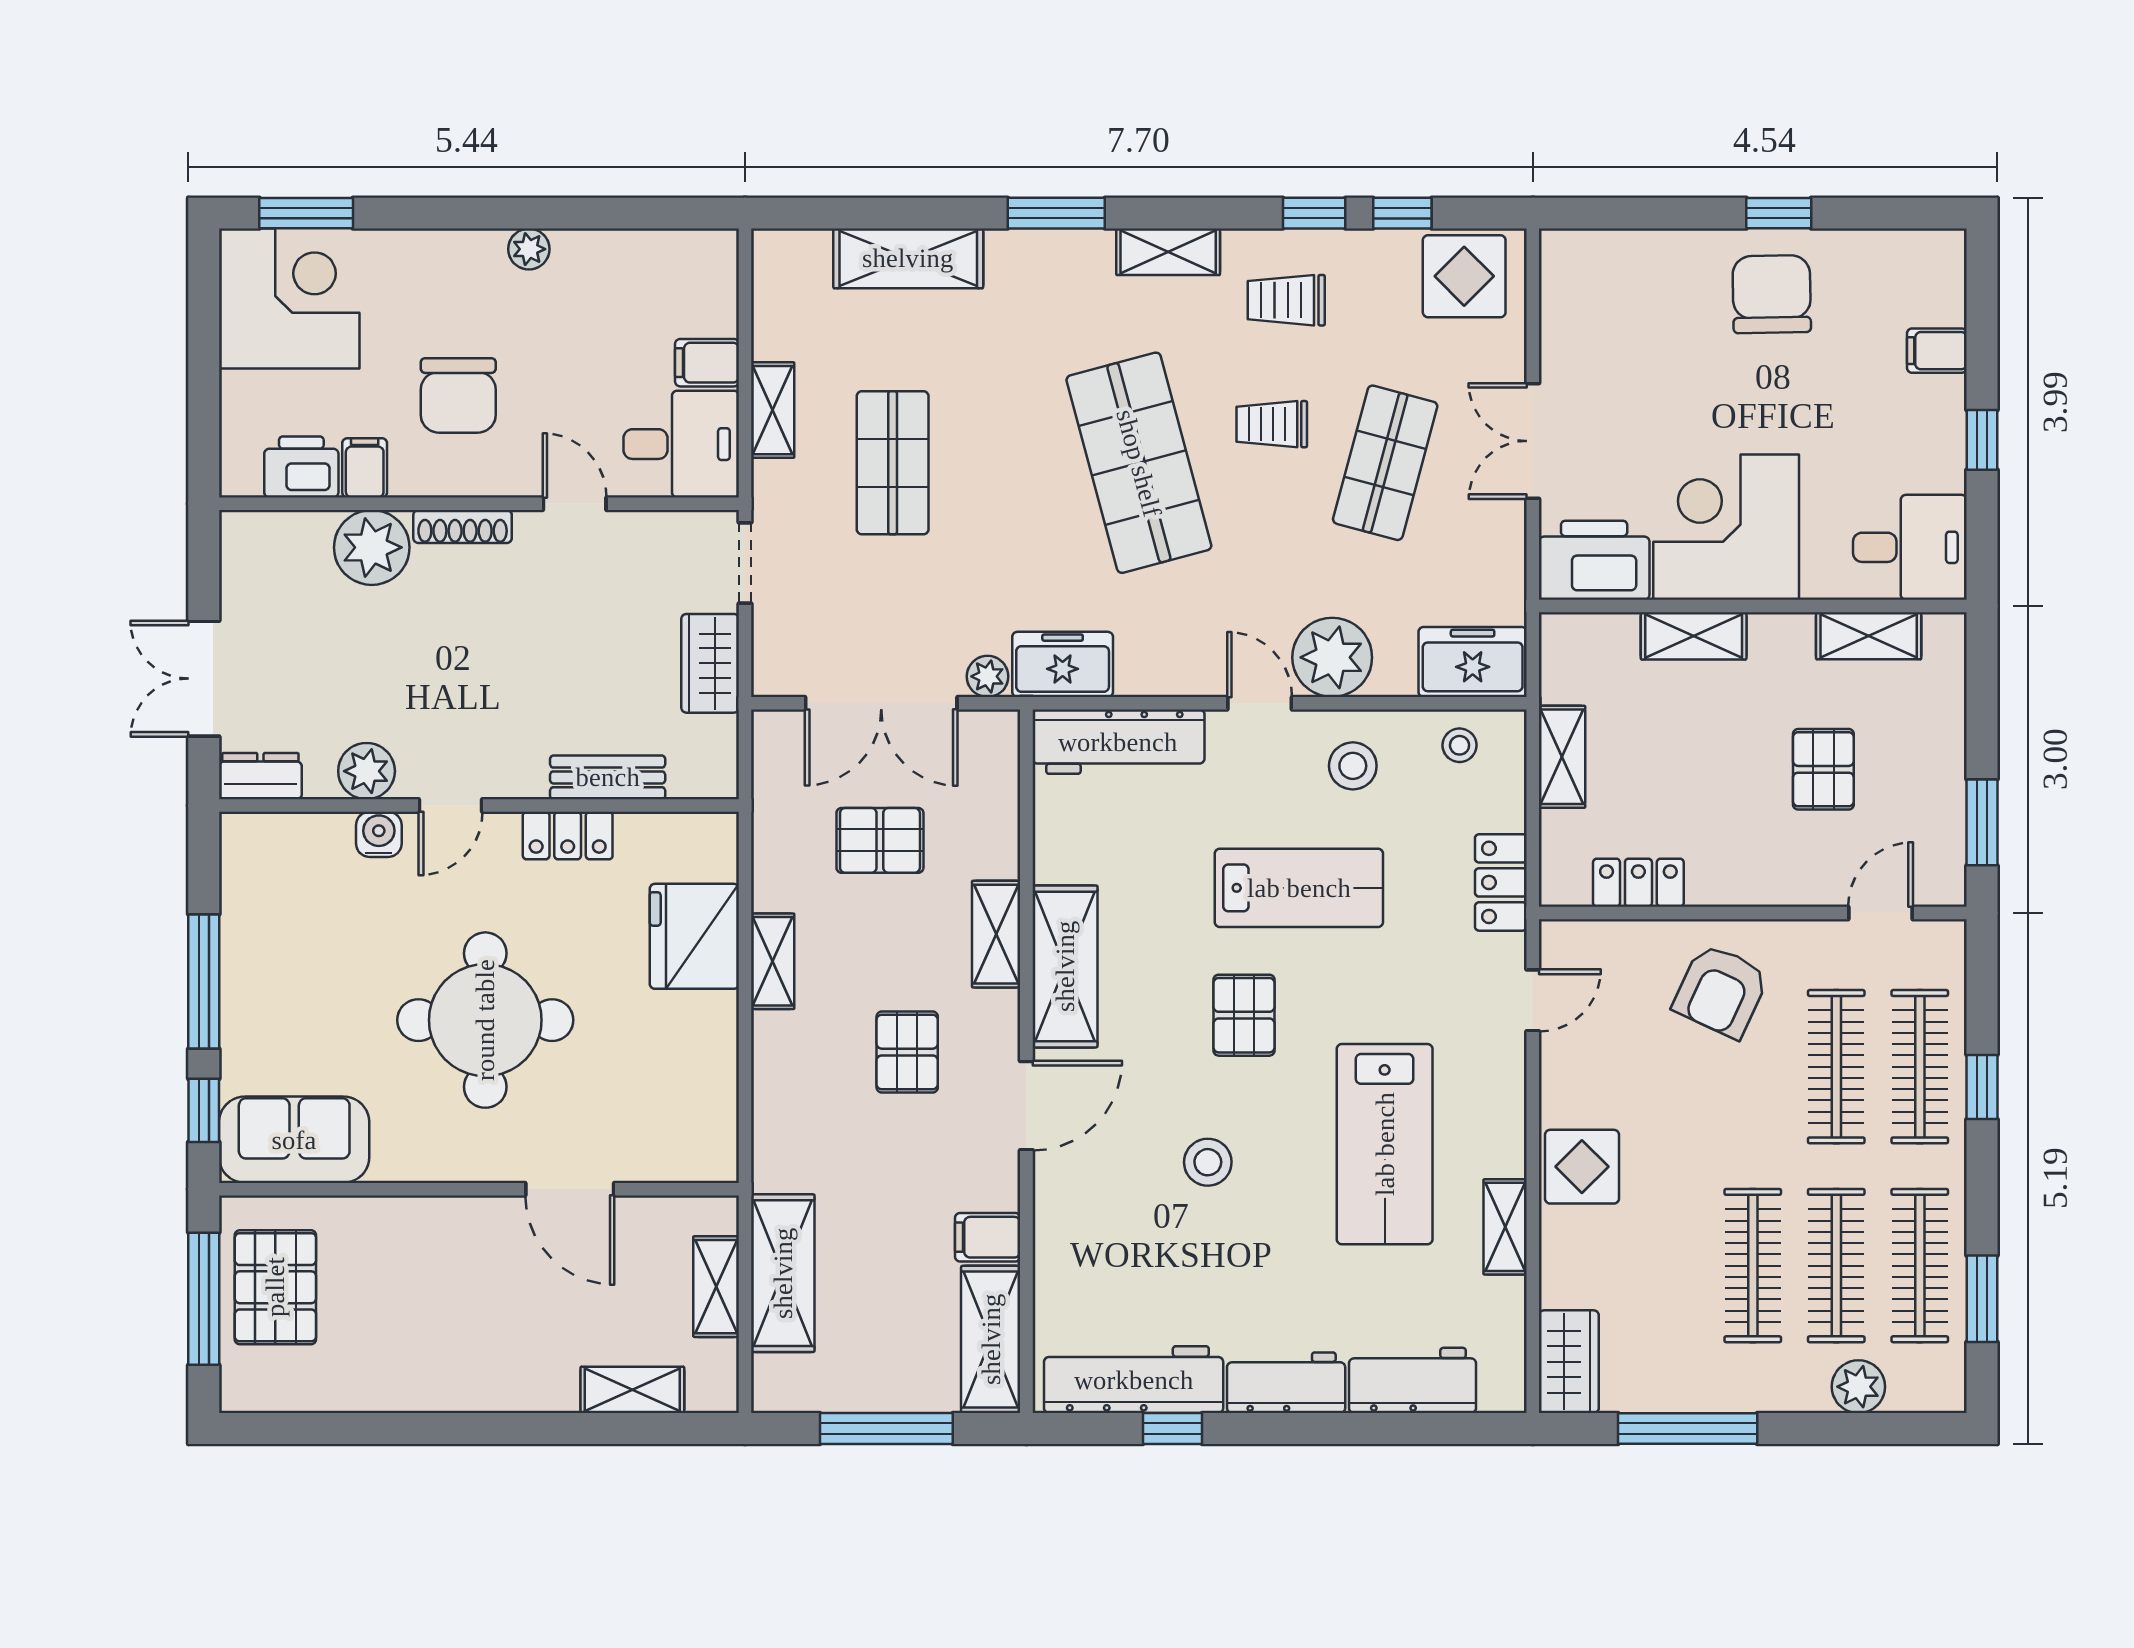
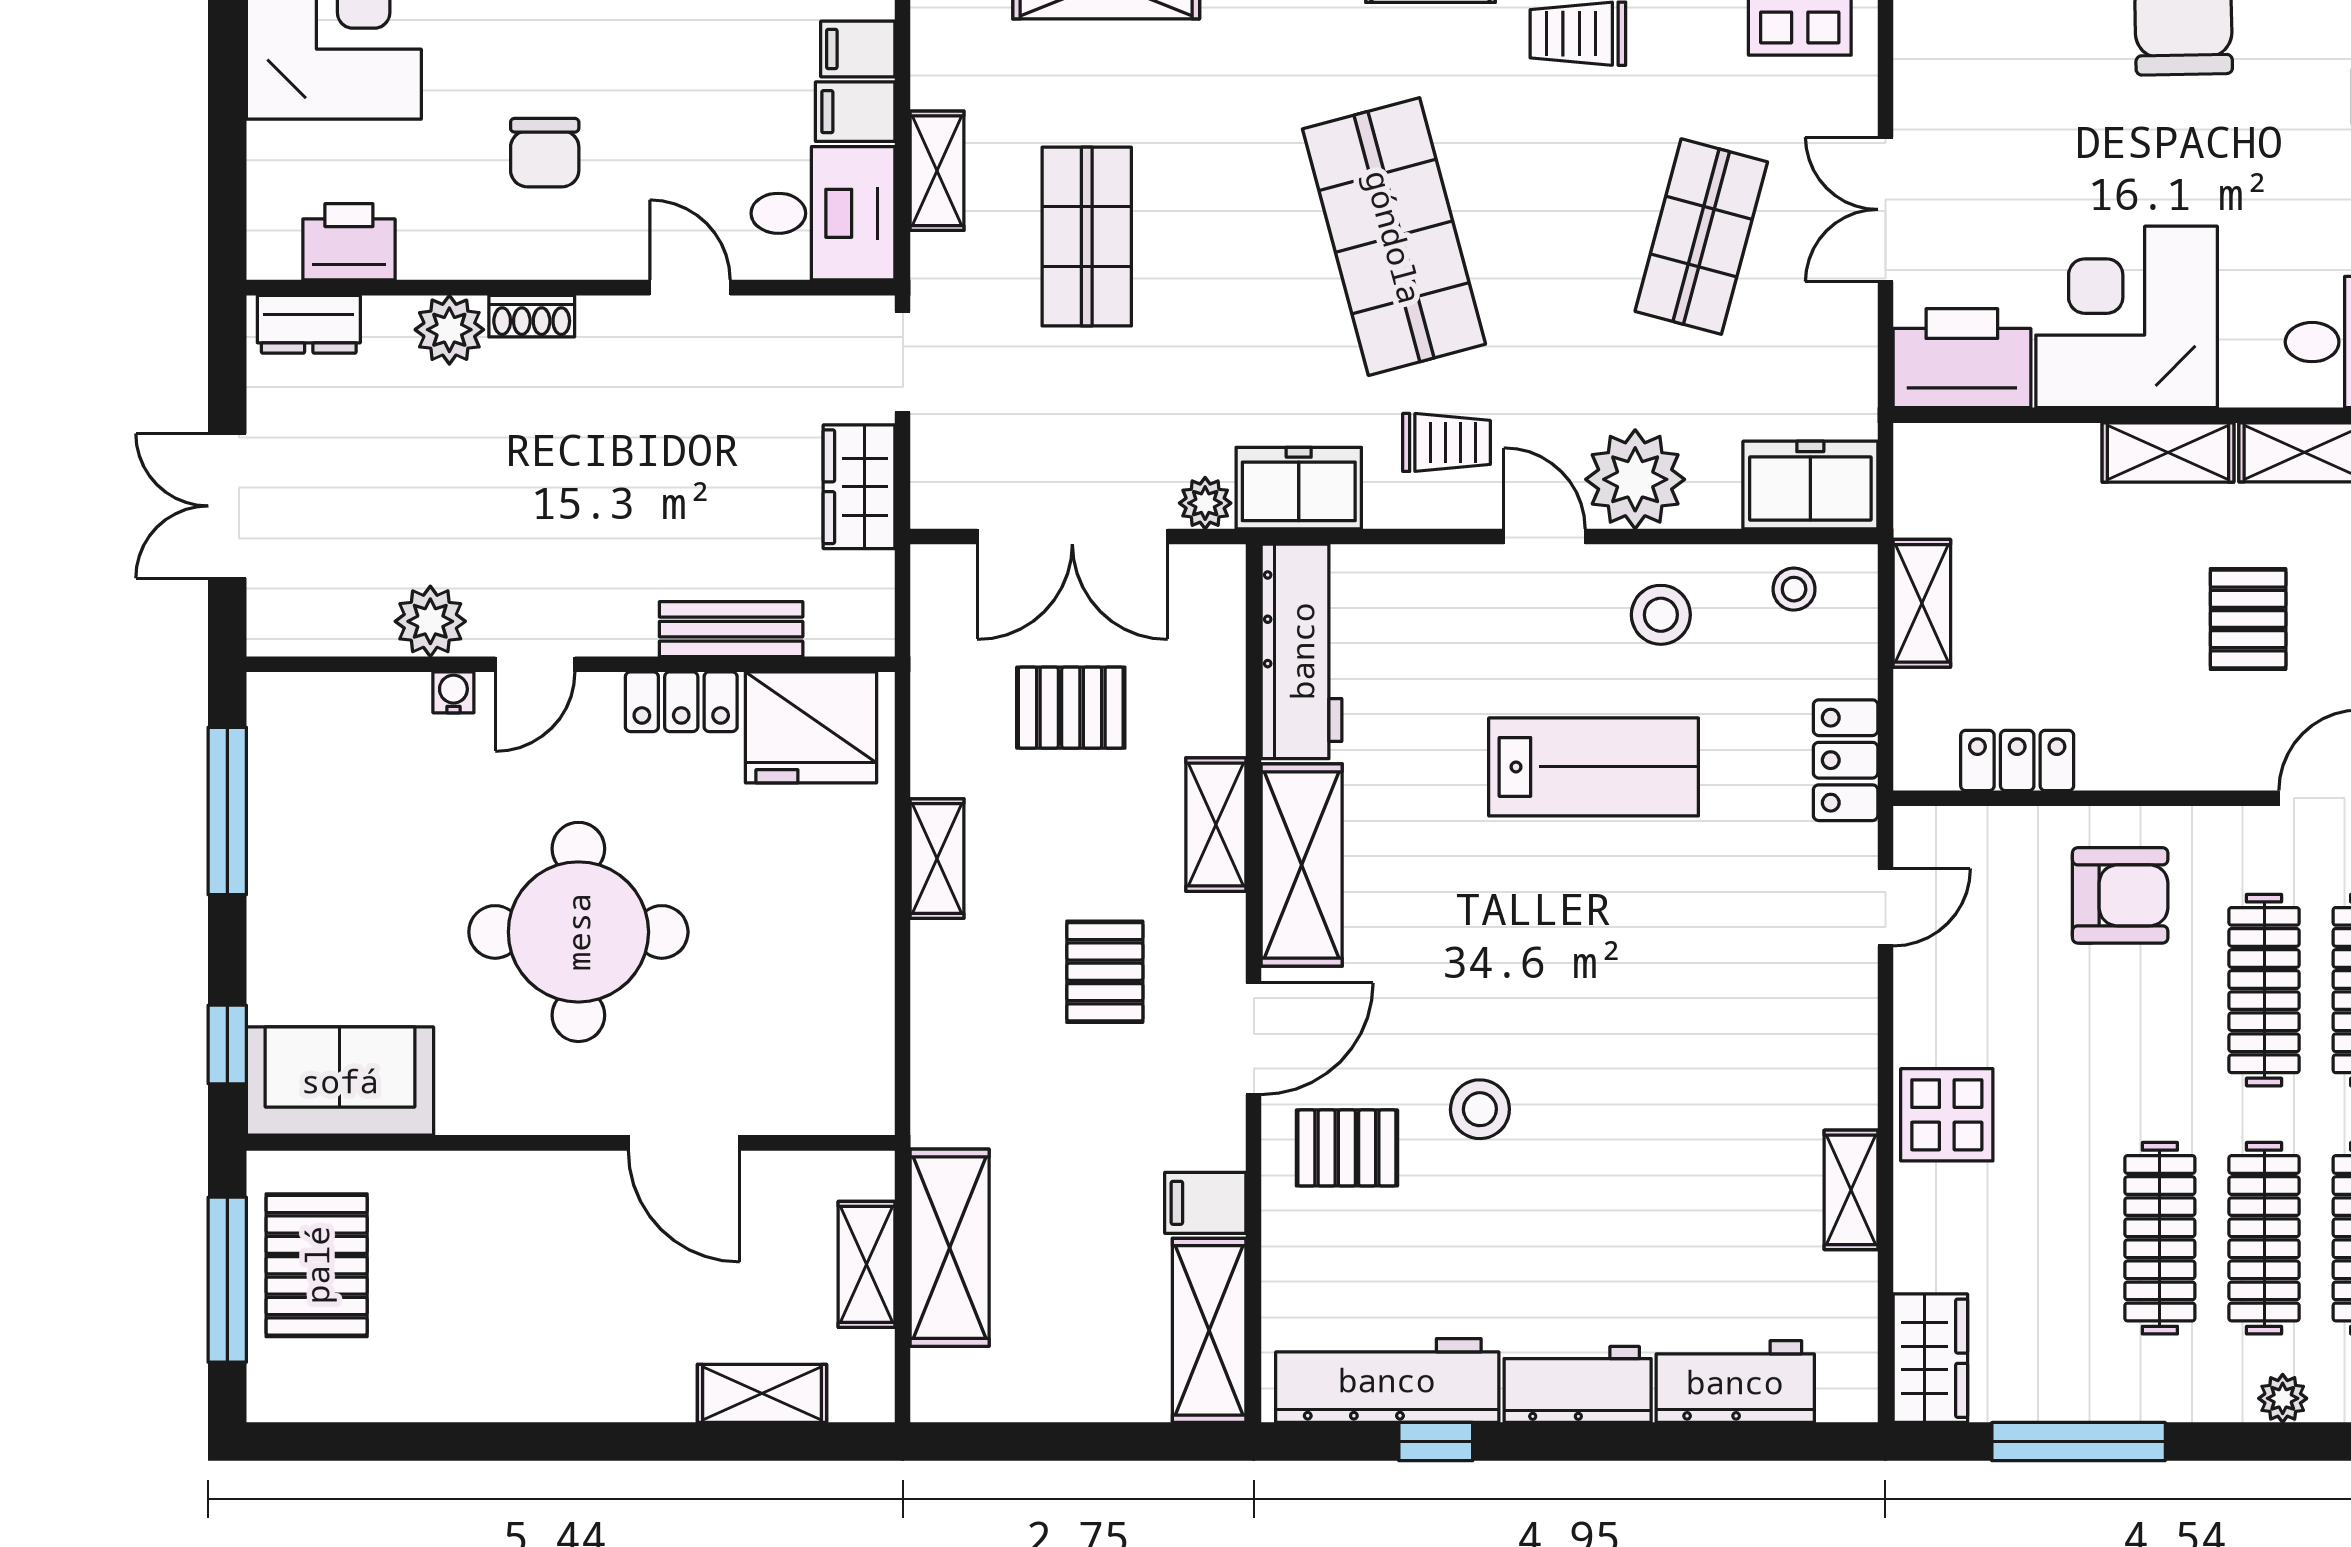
chair: (458, 395) -> (545, 153), width x0.73, depth x0.73
trolley: (1272, 424) -> (1447, 442), moved, turned 180
filing cabinet: (365, 468) -> (858, 49), moved, turned -90
shoe rack: (463, 527) -> (532, 316), width x0.70
plant: (372, 547) -> (449, 330), width x0.73, depth x0.73
shelving: (1694, 636) -> (2168, 453), moved
workbench: (1118, 742) -> (1302, 651), moved, turned -90
dresser: (260, 776) -> (309, 324), moved, turned 180
water cooler: (379, 834) -> (453, 692), width x0.72, depth x0.72
fridge: (694, 936) -> (811, 727), moved, turned -90
window: (204, 981) -> (227, 811), moved
armchair: (1721, 991) -> (2120, 895), turned -115
pallet: (1244, 1015) -> (1347, 1148), moved, turned 90
lab bench: (1385, 1144) -> (1701, 1087), removed
plant: (1858, 1387) -> (2283, 1398), width x0.73, depth x0.73
window: (886, 1429) -> (1079, 1442), removed

